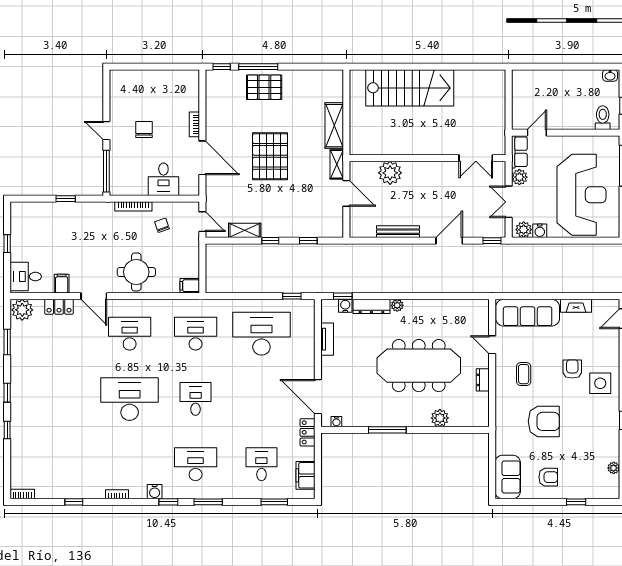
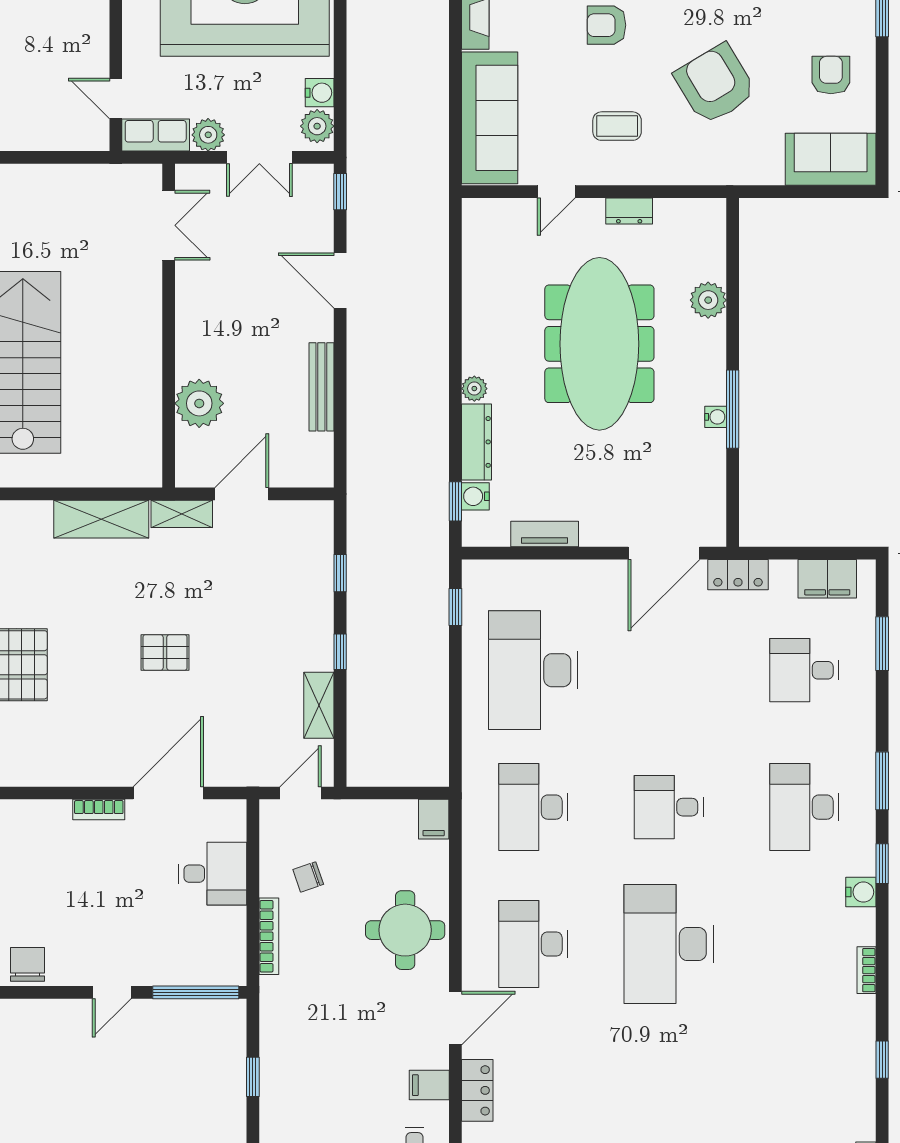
chair: (144, 129) -> (27, 964), moved, turned 90
pallet: (270, 156) -> (165, 652), width x0.49, depth x0.50
armchair: (544, 421) -> (715, 84), turned -31
water cooler: (336, 422) -> (716, 417), moved

